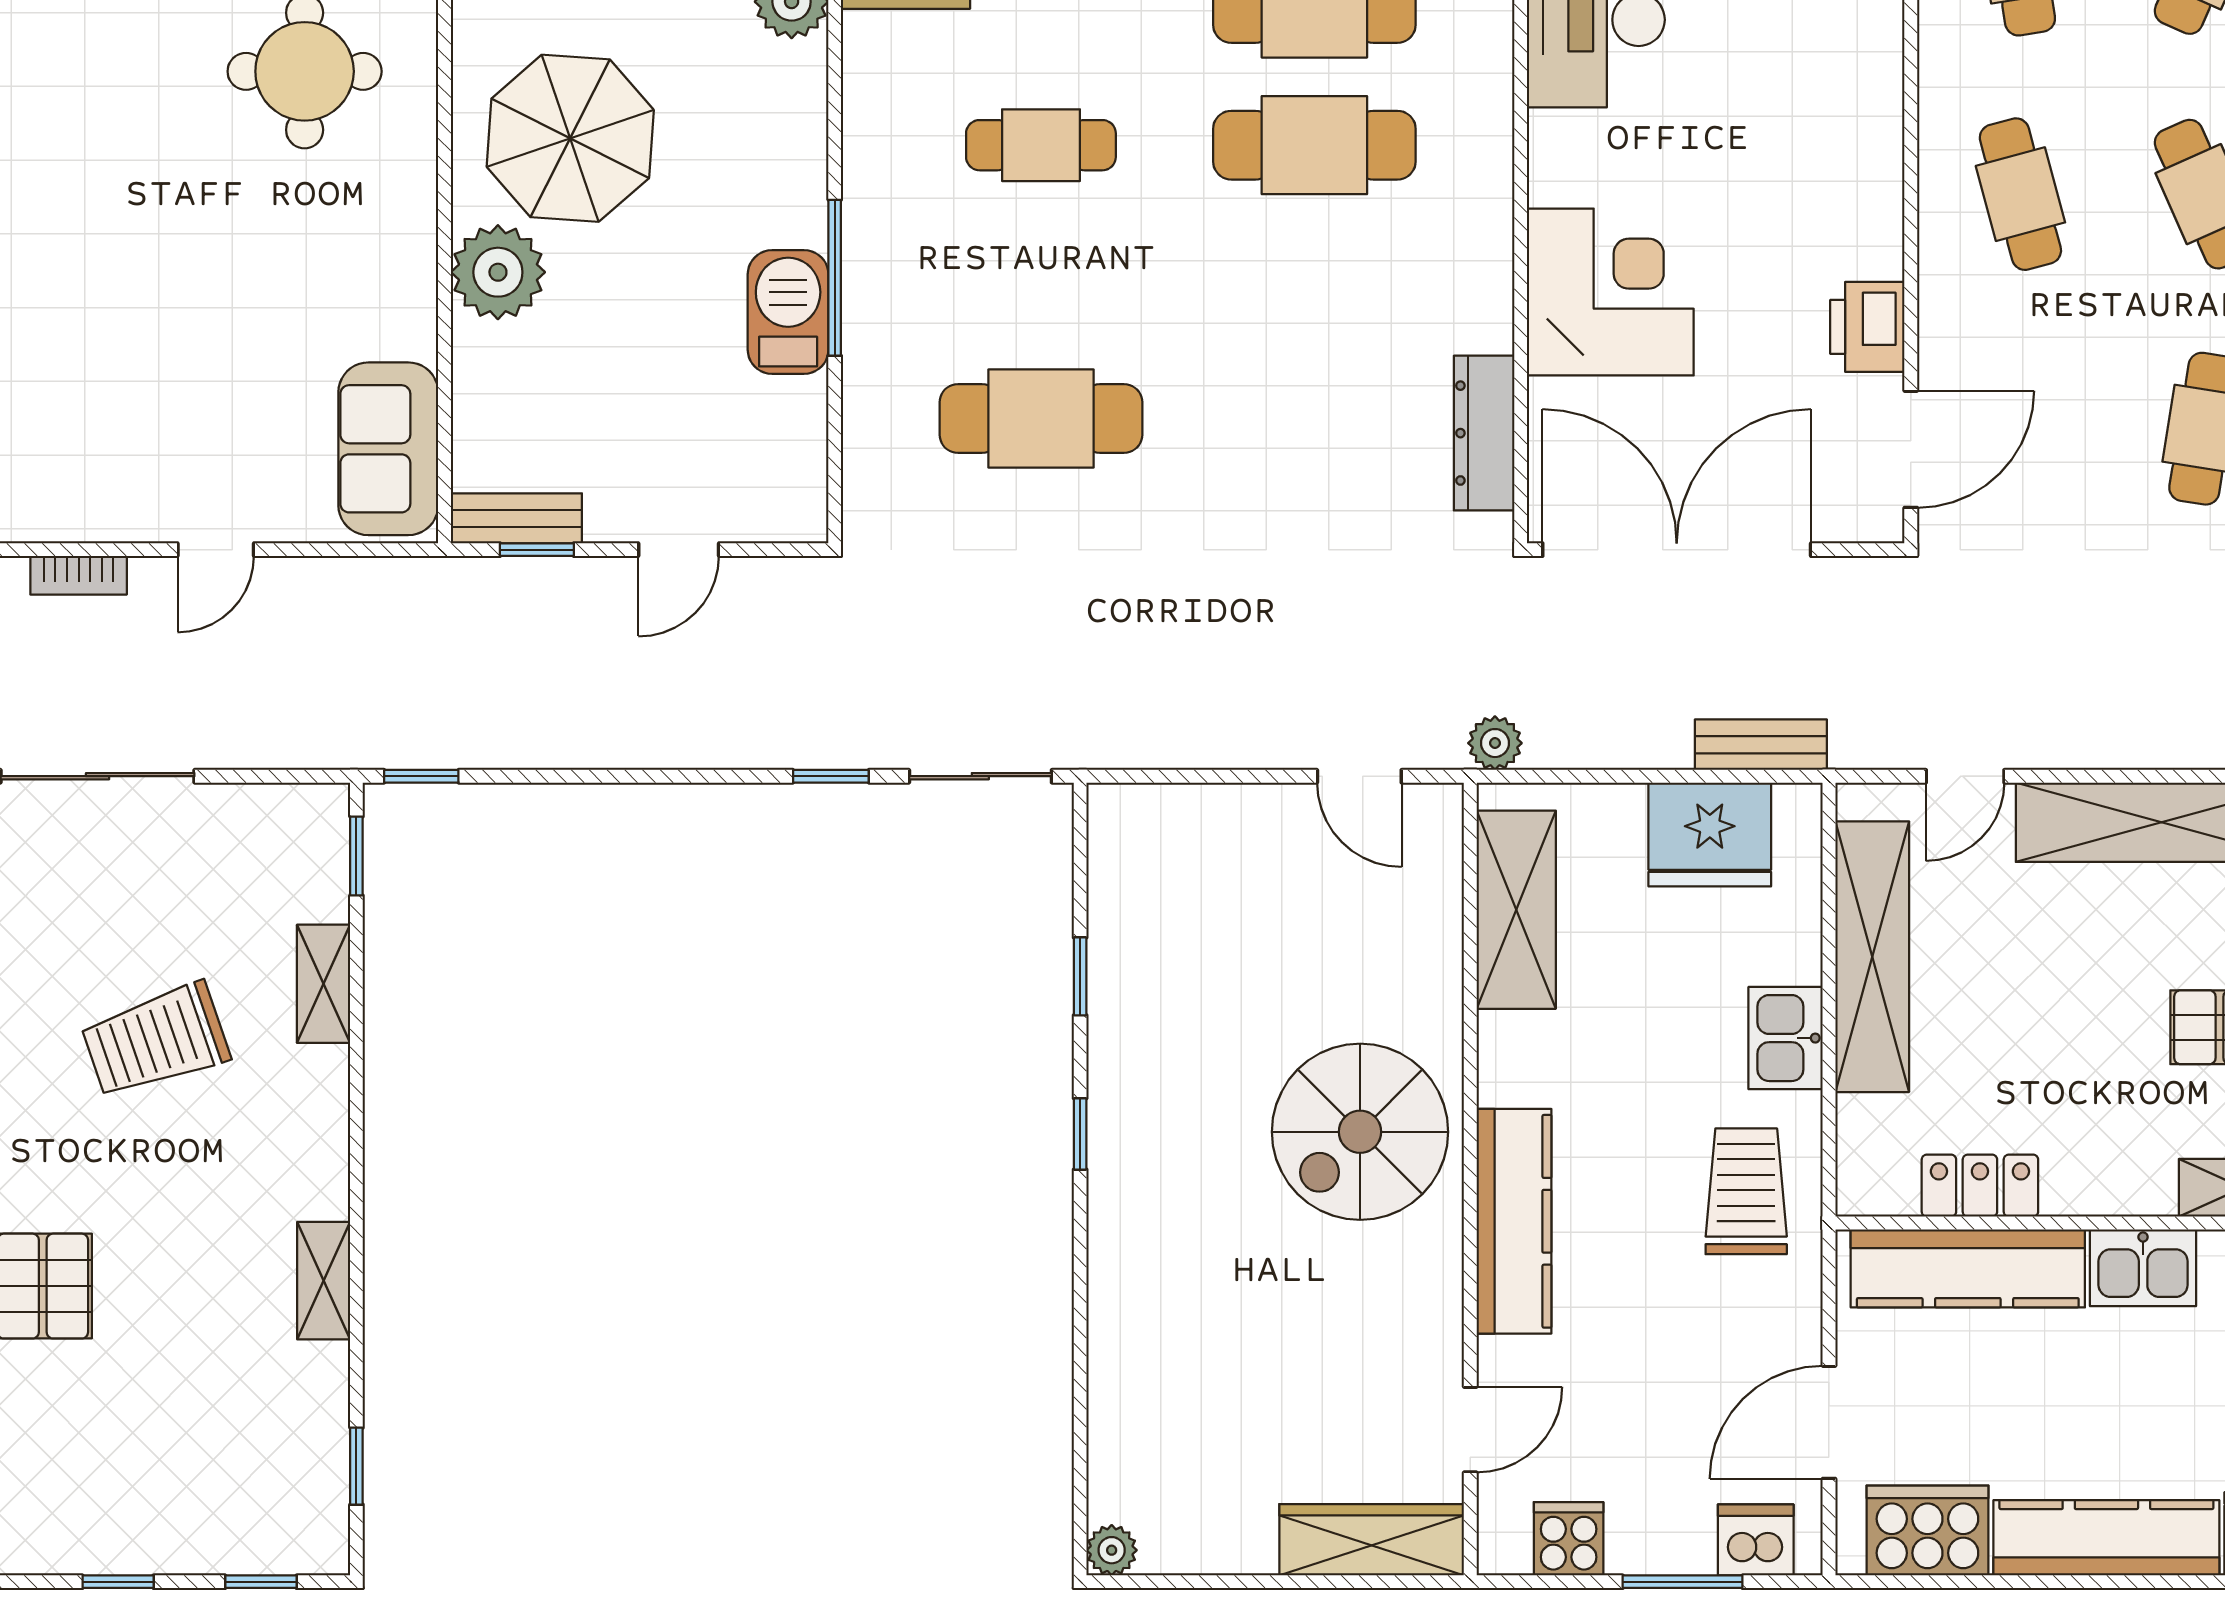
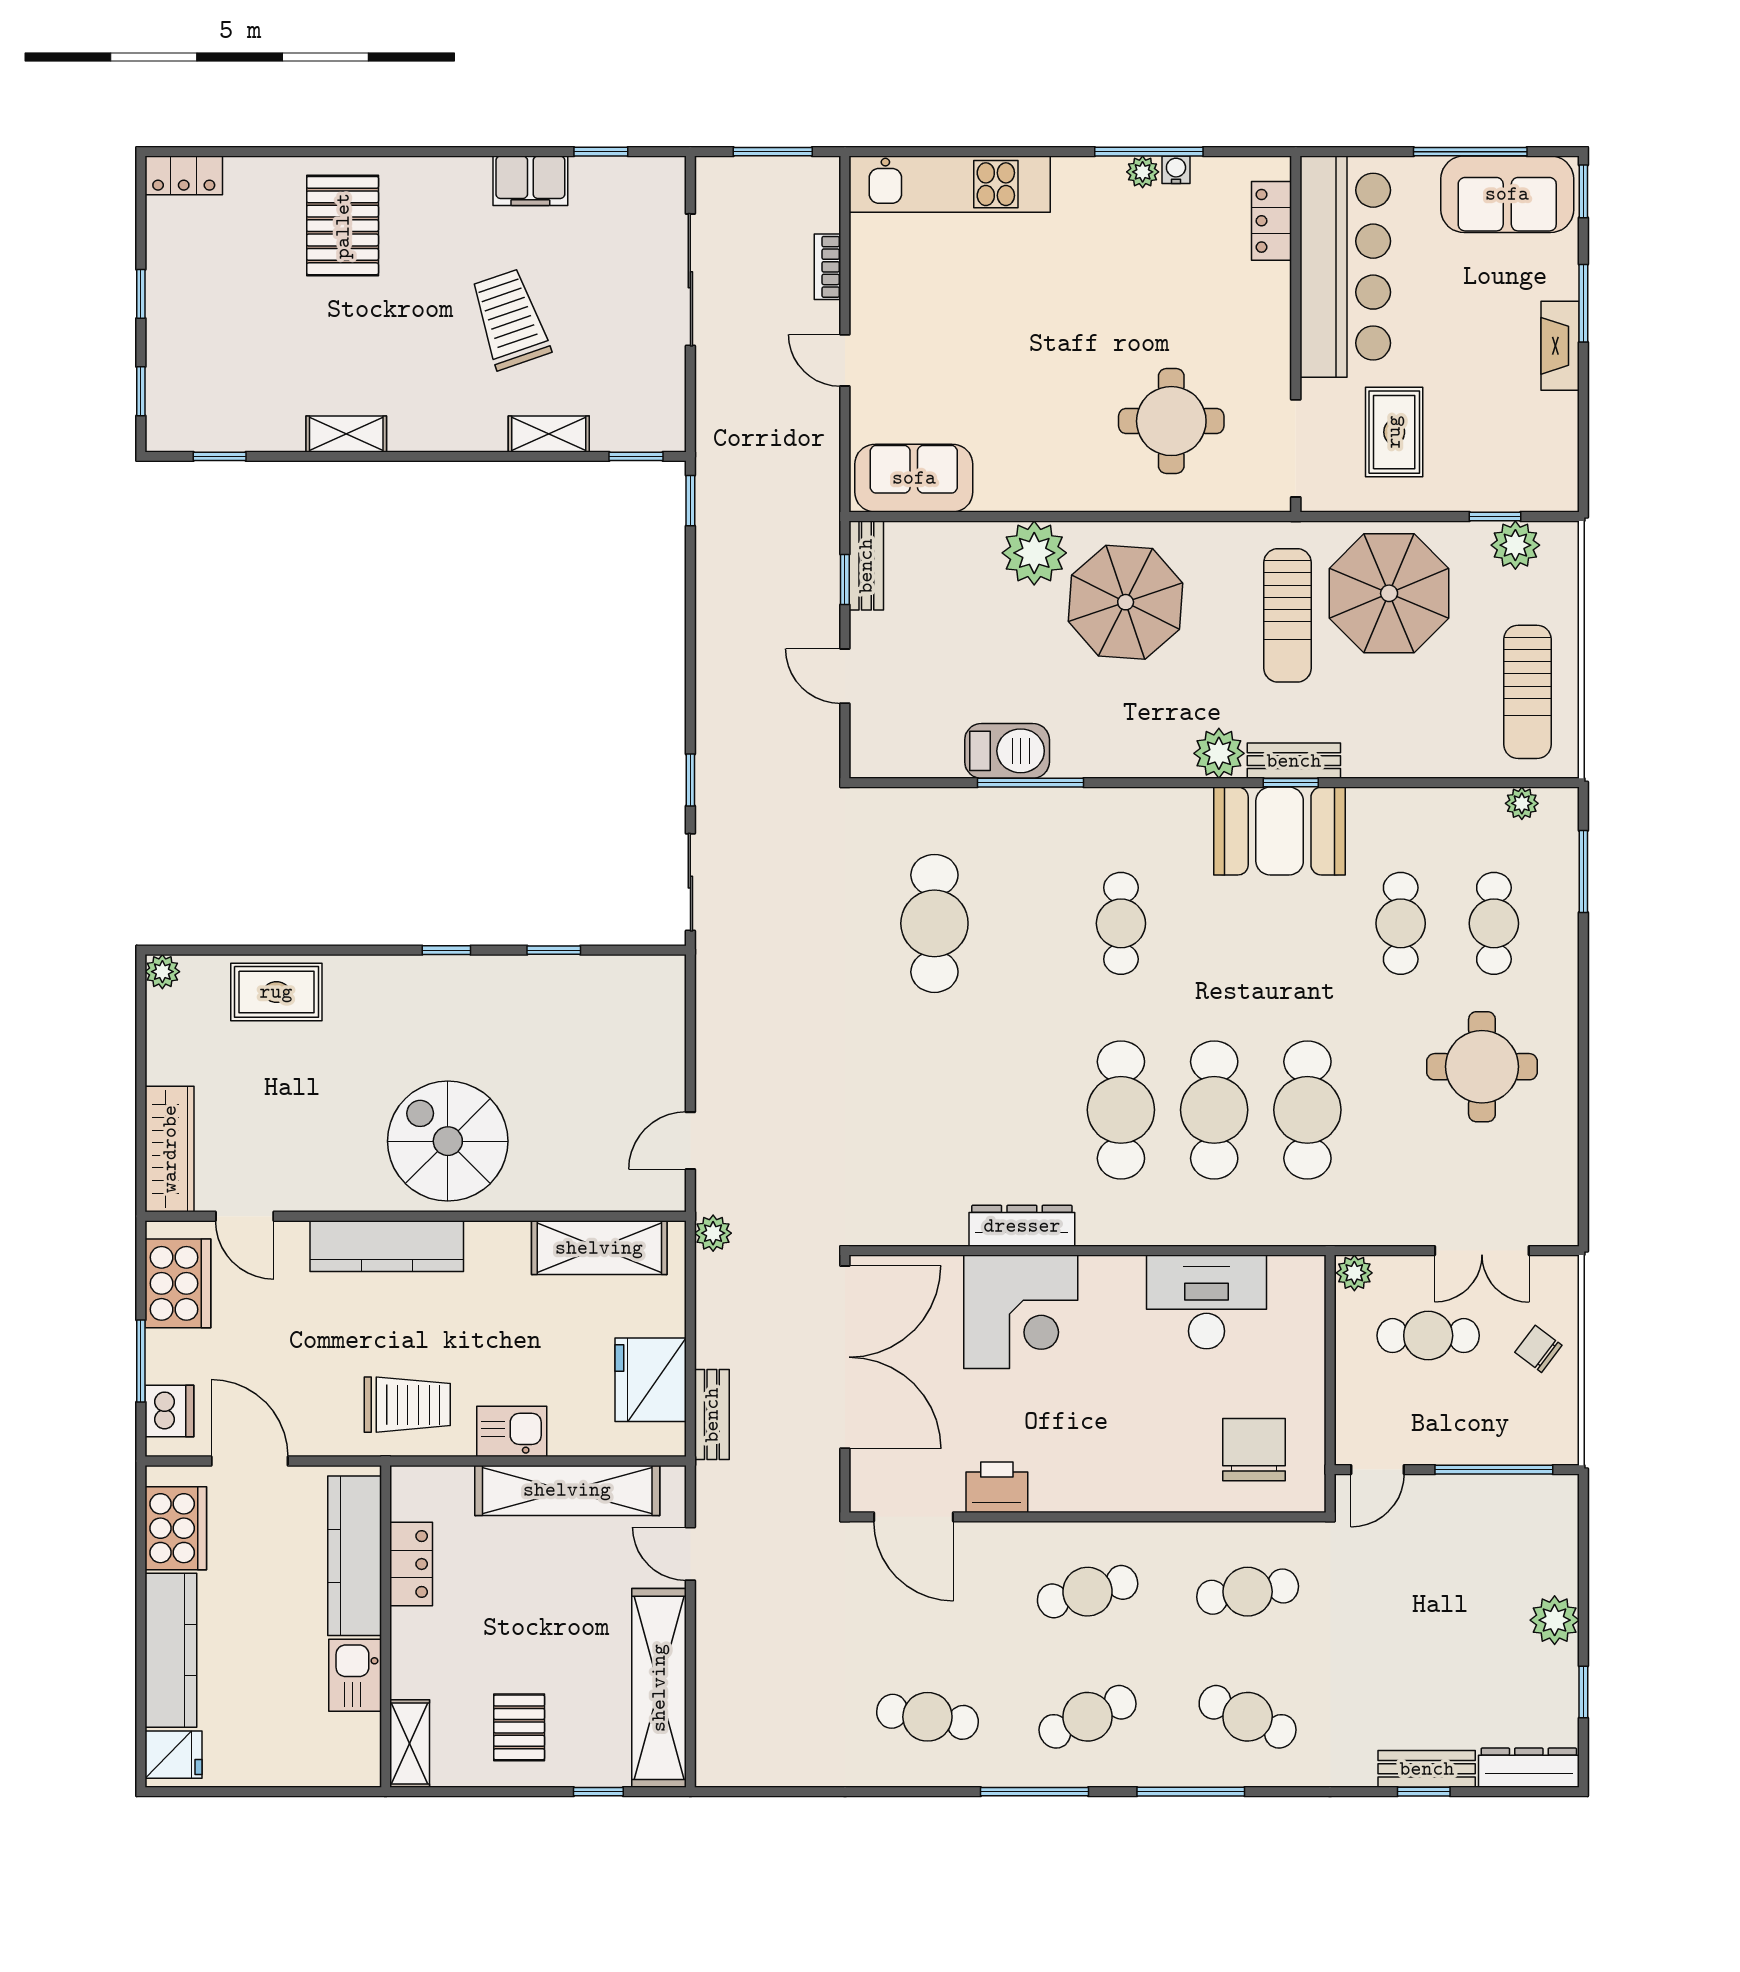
dresser: (1484, 433) -> (1022, 1226), moved
rug: (1141, 1383) -> (276, 992), added
cooker: (1569, 1539) -> (178, 1283), width x1.87, depth x1.31

